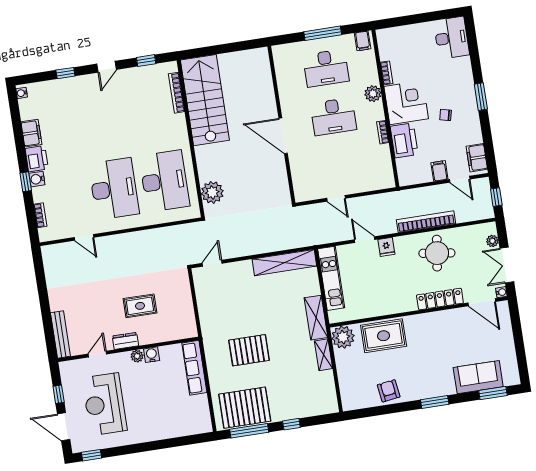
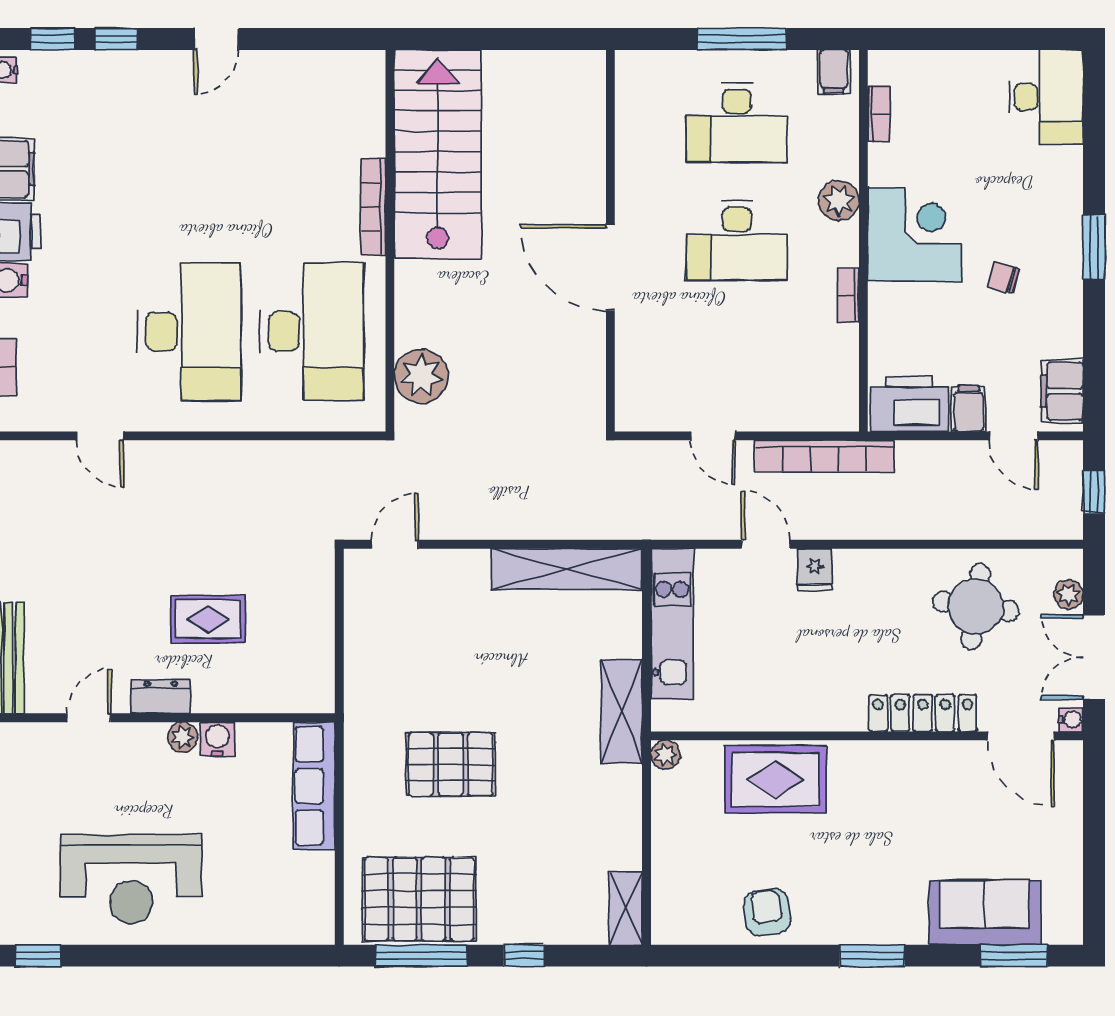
window: (146, 61) -> (53, 39), moved
bookcase: (387, 73) -> (879, 114), moved
bookcase: (177, 93) -> (373, 207), moved
printer: (404, 140) -> (909, 404), moved, turned -90
bookcase: (426, 222) -> (824, 456), moved, turned 180
round table: (437, 253) -> (976, 606), moved
plant: (343, 337) -> (666, 755), width x0.53, depth x0.53
shelving: (324, 355) -> (626, 908), moved
reception desk: (104, 404) -> (131, 879), moved, turned -90

